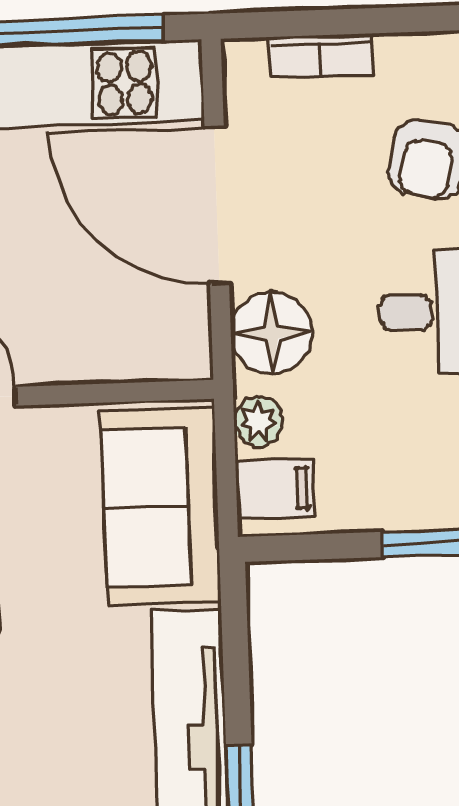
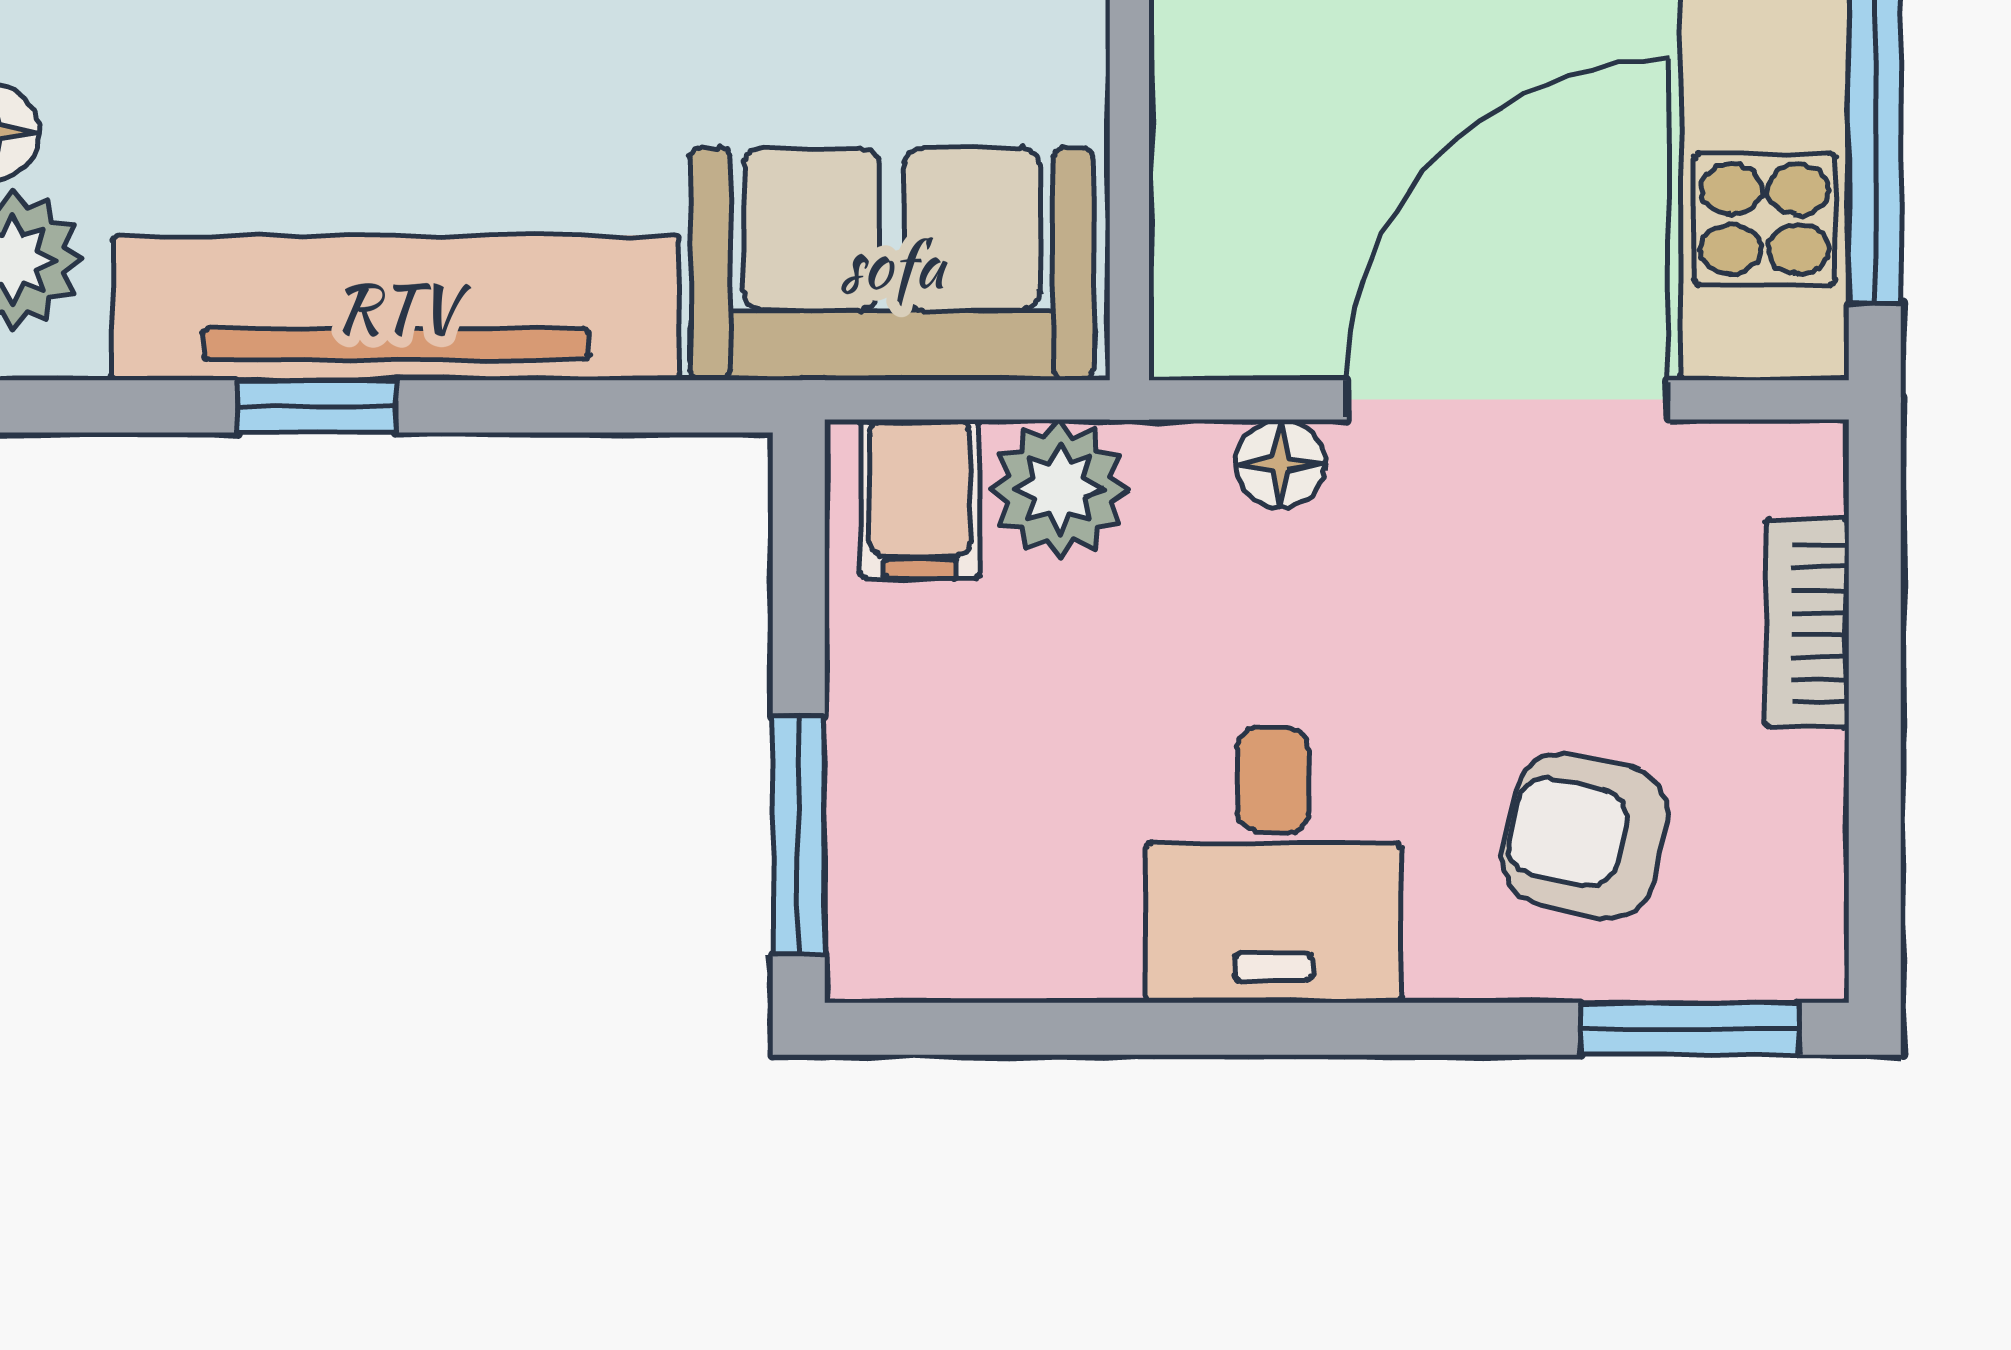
floor lamp: (272, 333) -> (1281, 464), width x0.53, depth x0.53
plant: (258, 422) -> (1060, 489), width x1.38, depth x1.38

